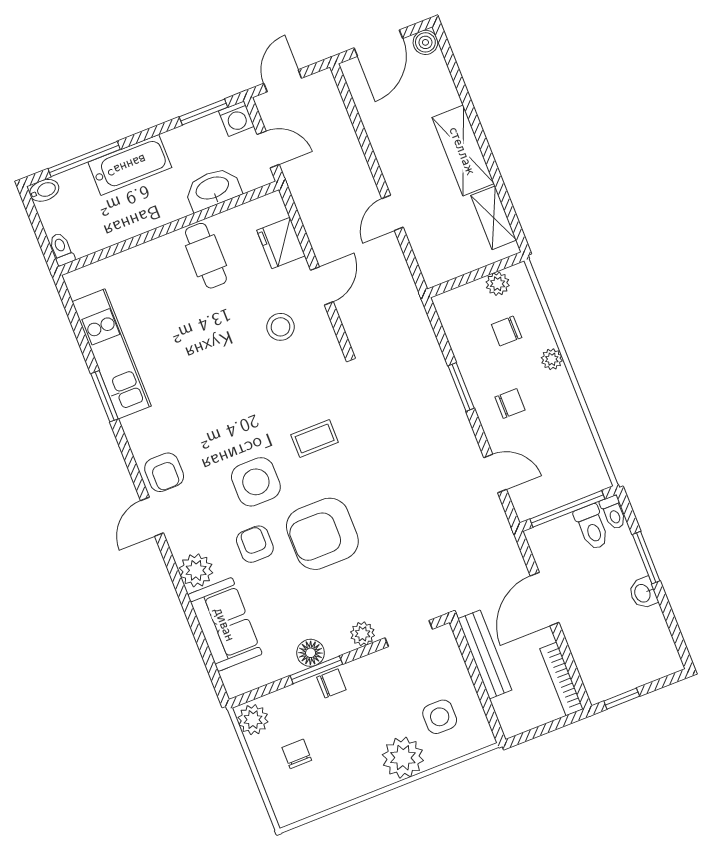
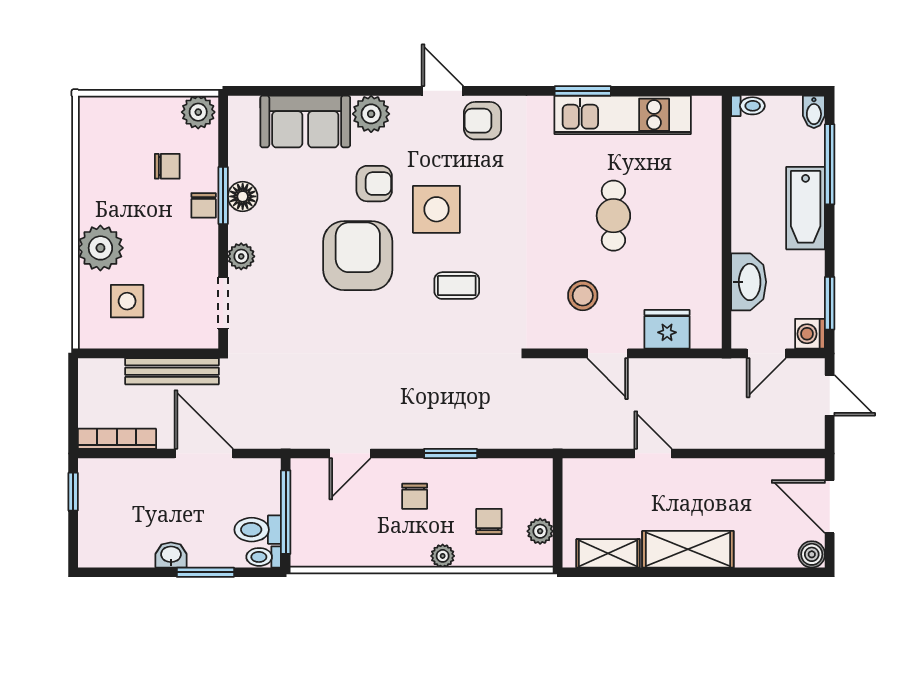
cafe table: (206, 256) -> (613, 216), moved, turned 90
coffee table: (315, 439) -> (457, 286), turned 90
chair: (297, 754) -> (167, 166), moved

